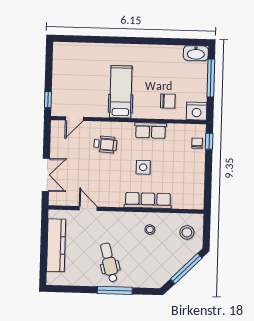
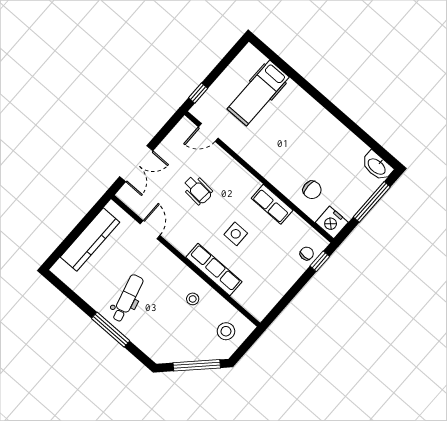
hospital bed: (121, 92) -> (258, 93), moved, turned 180
wheelchair: (105, 144) -> (198, 190), moved

